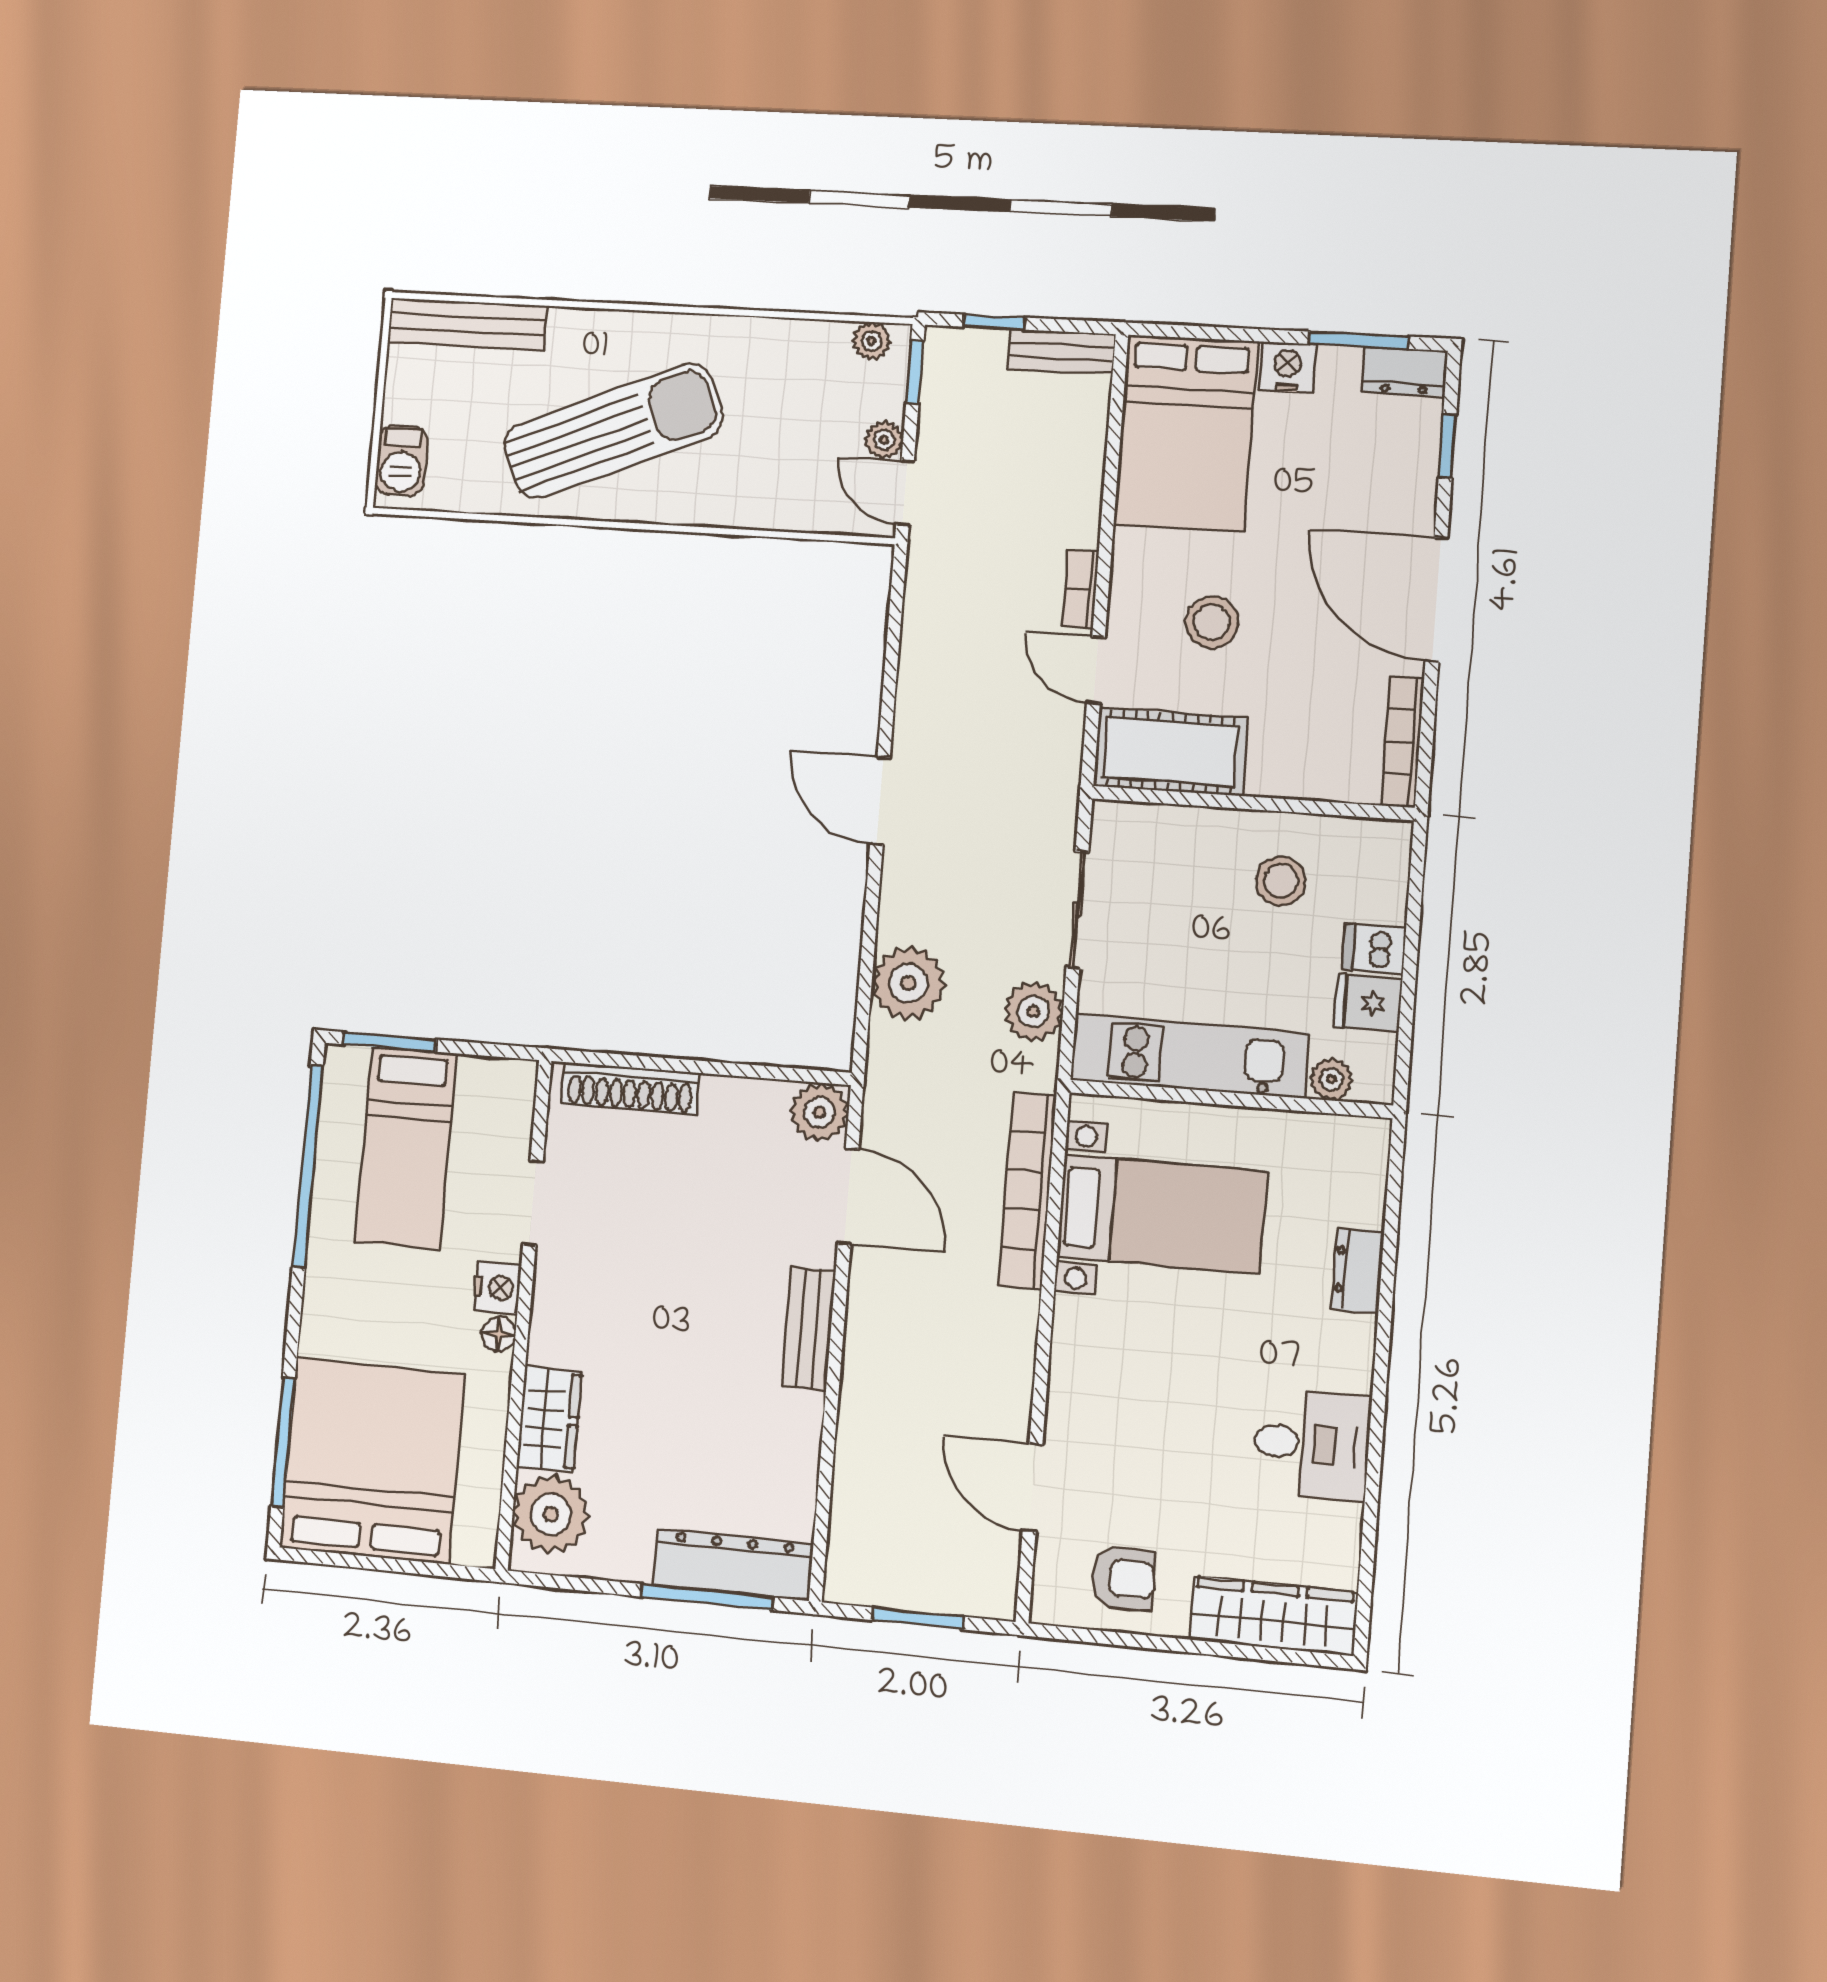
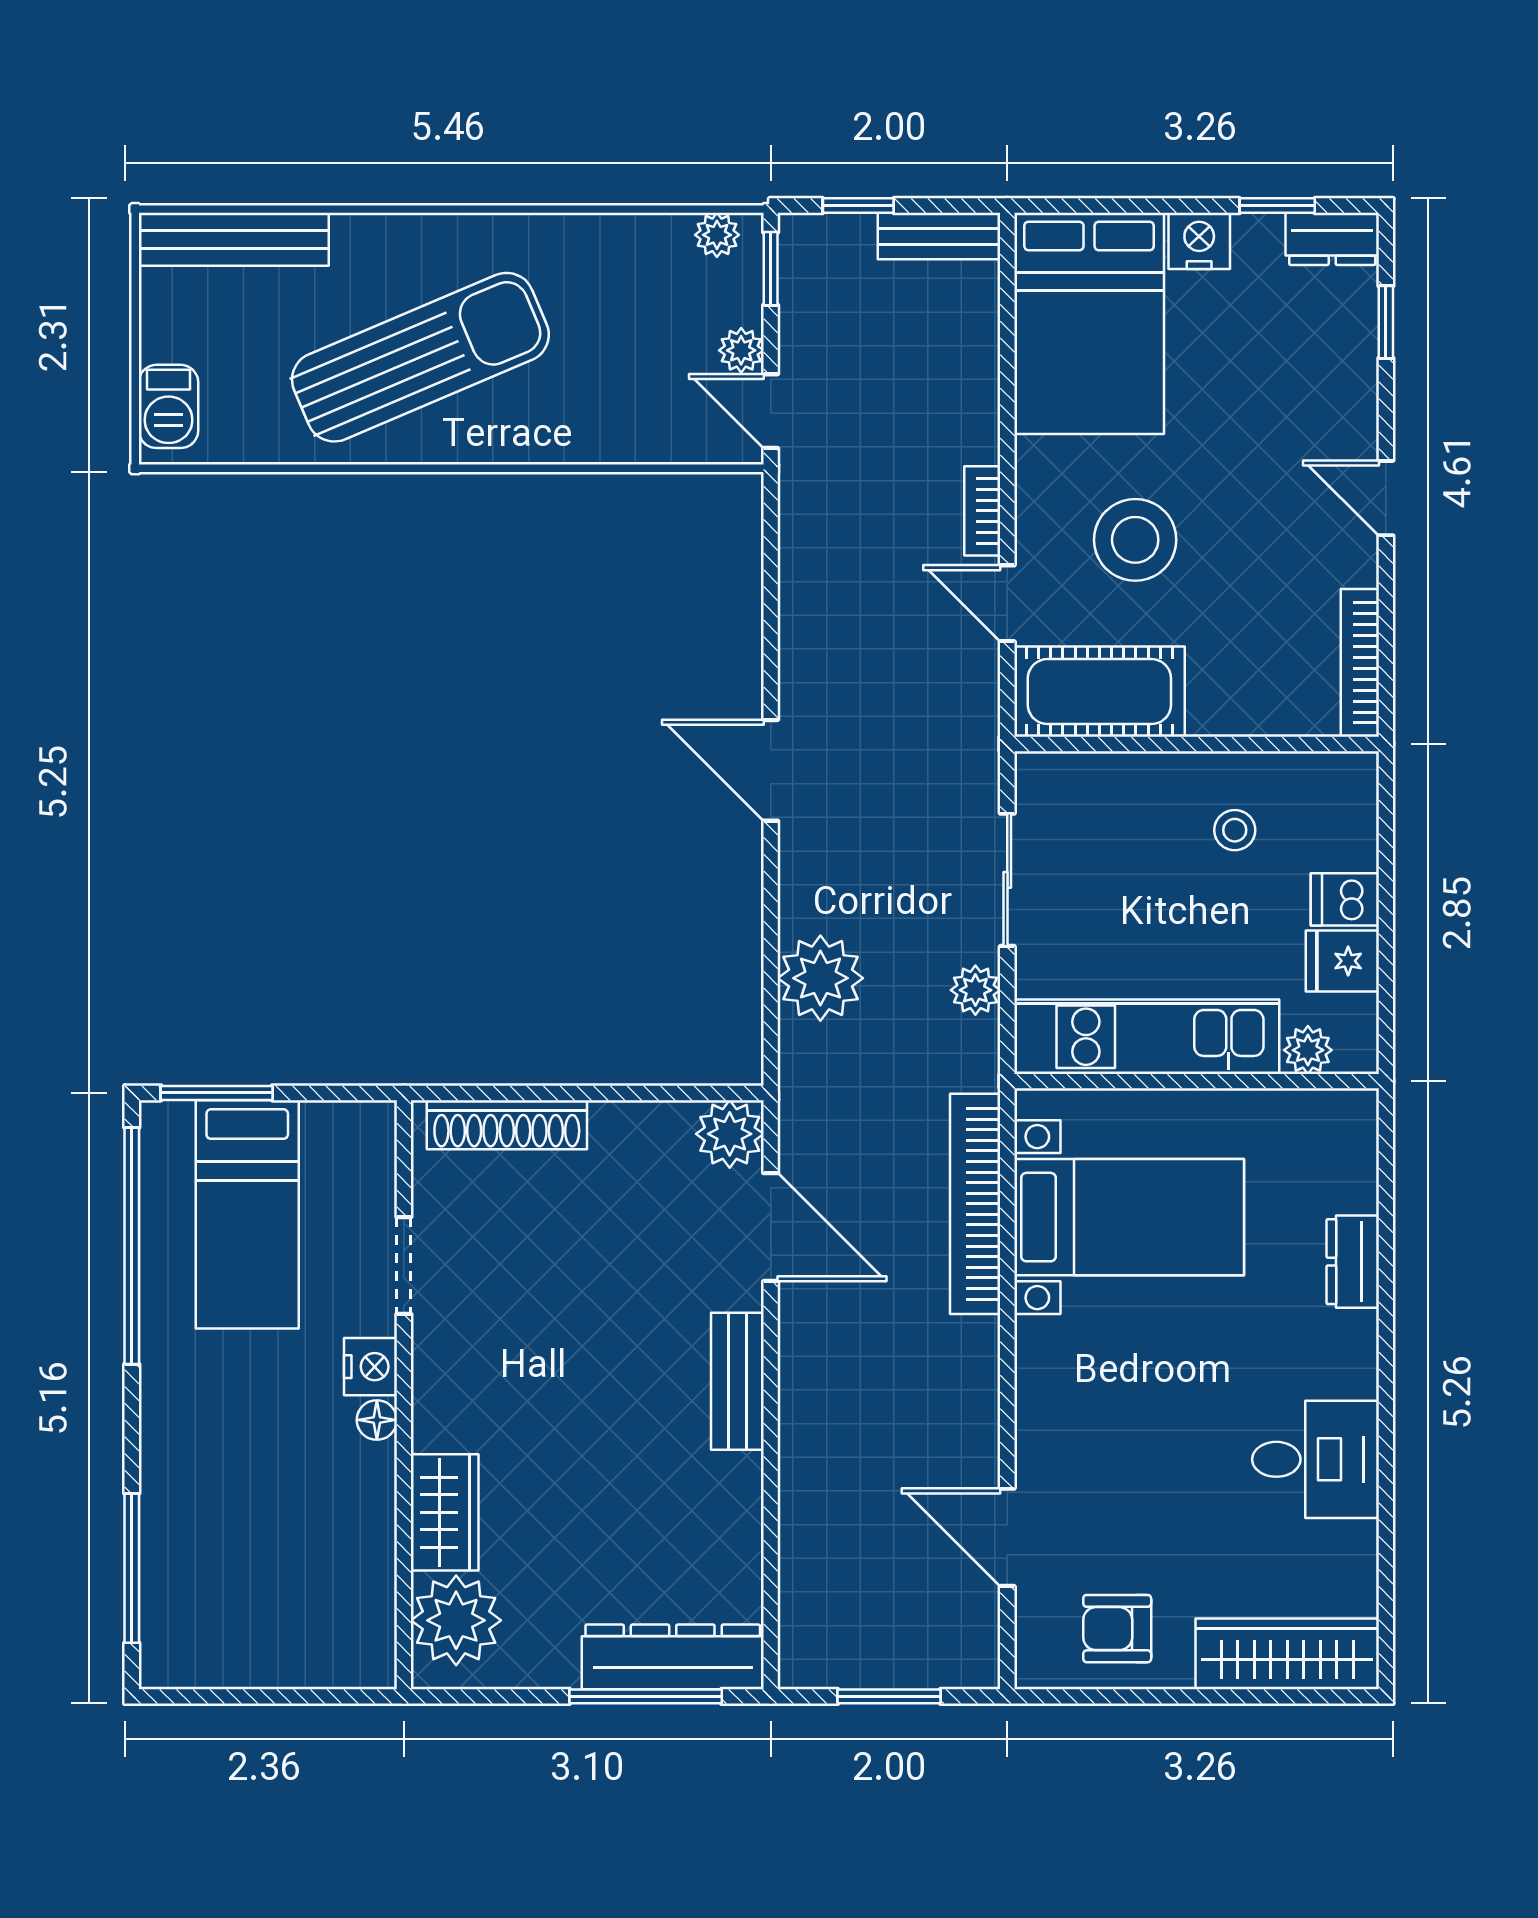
window: (1358, 340) -> (1277, 206), width x0.67
door: (1436, 599) -> (1386, 498), width x0.53
stool: (1212, 622) -> (1135, 540), width x1.38, depth x1.38
stool: (1281, 881) -> (1235, 830), width x0.73, depth x0.73
plant: (1033, 1011) -> (975, 990), width x0.73, depth x0.73
bed: (372, 1461) -> (240, 1579), removed
armchair: (1123, 1578) -> (1117, 1629), turned 180

